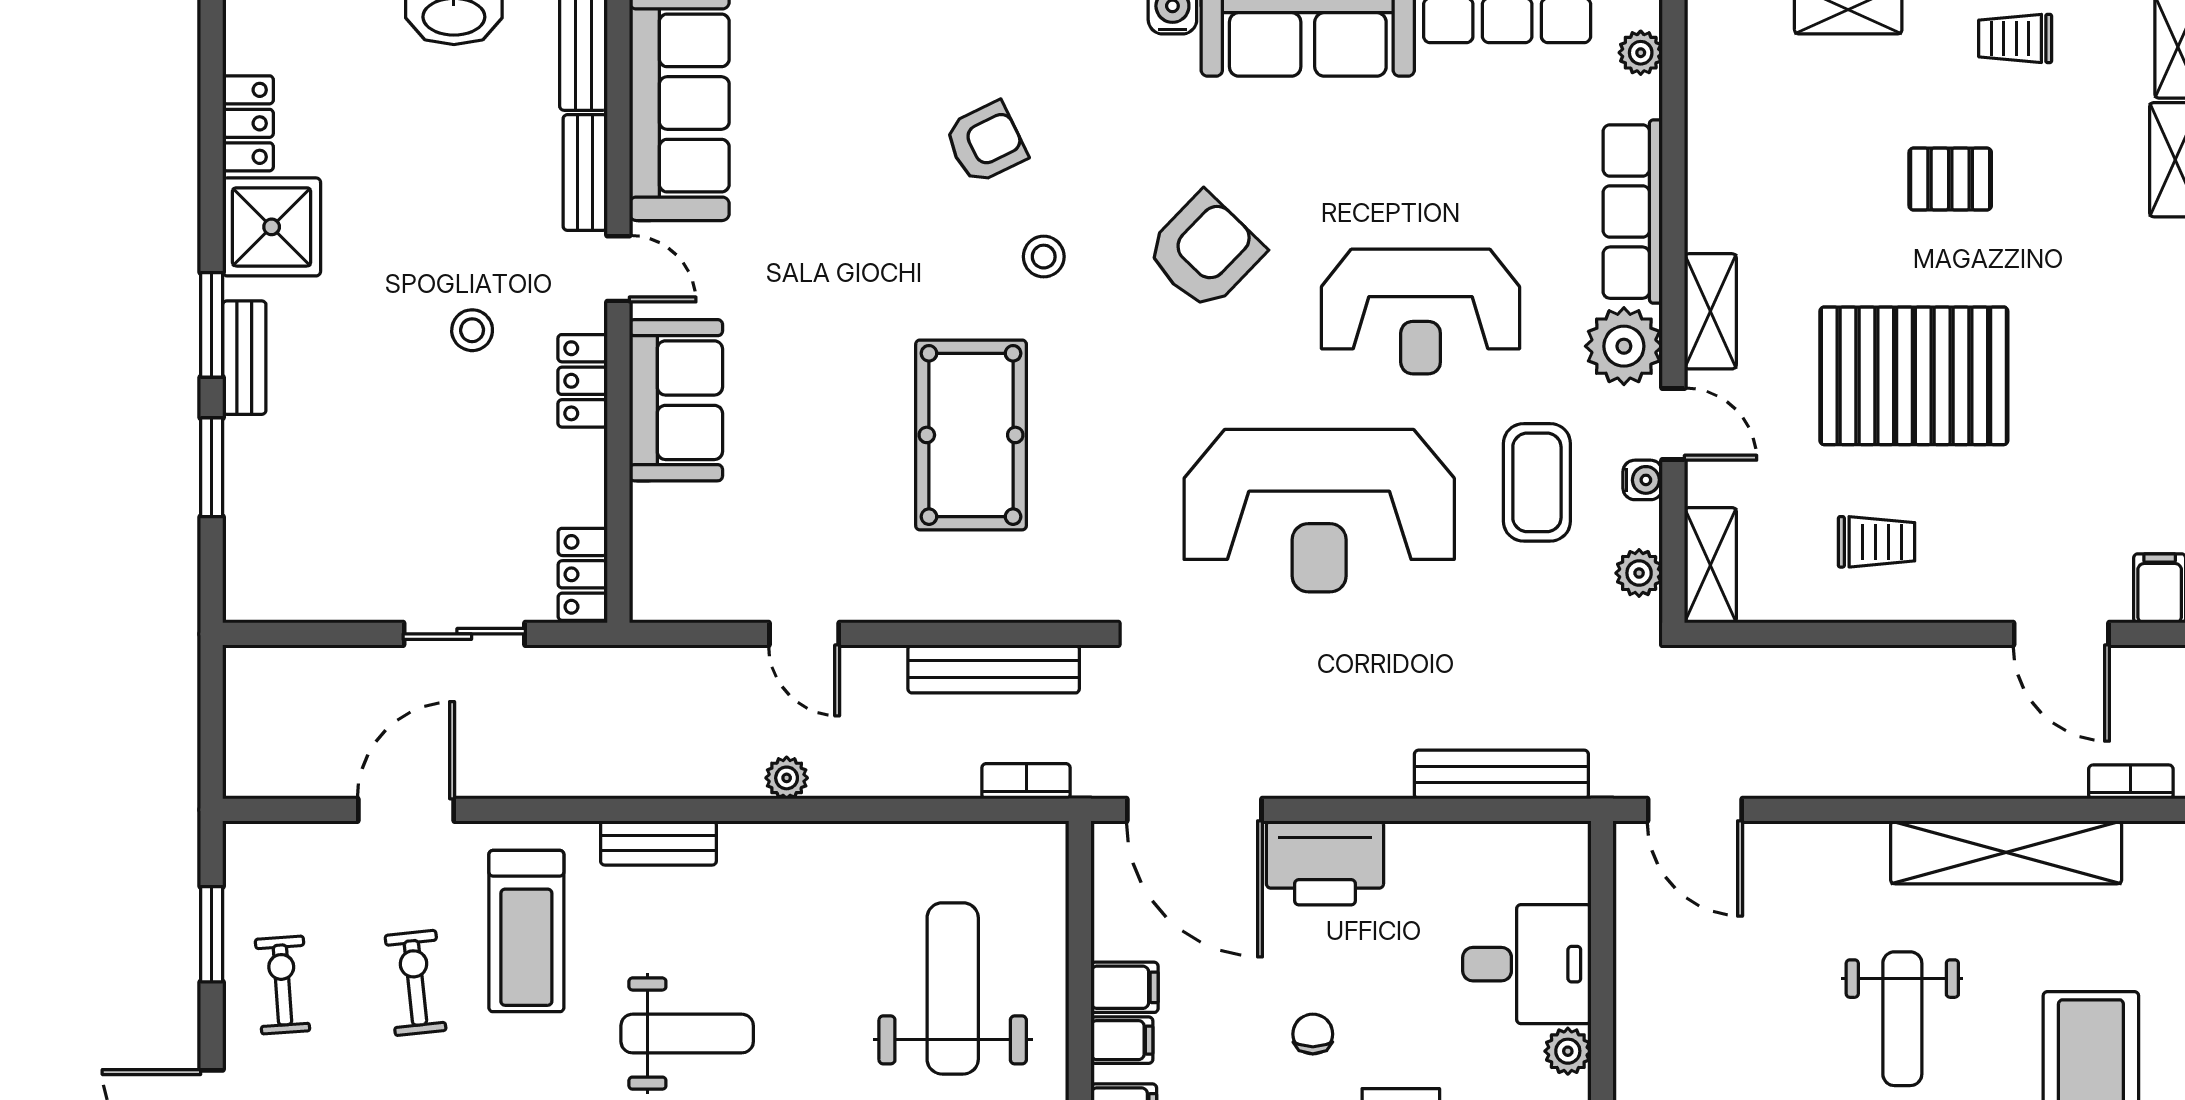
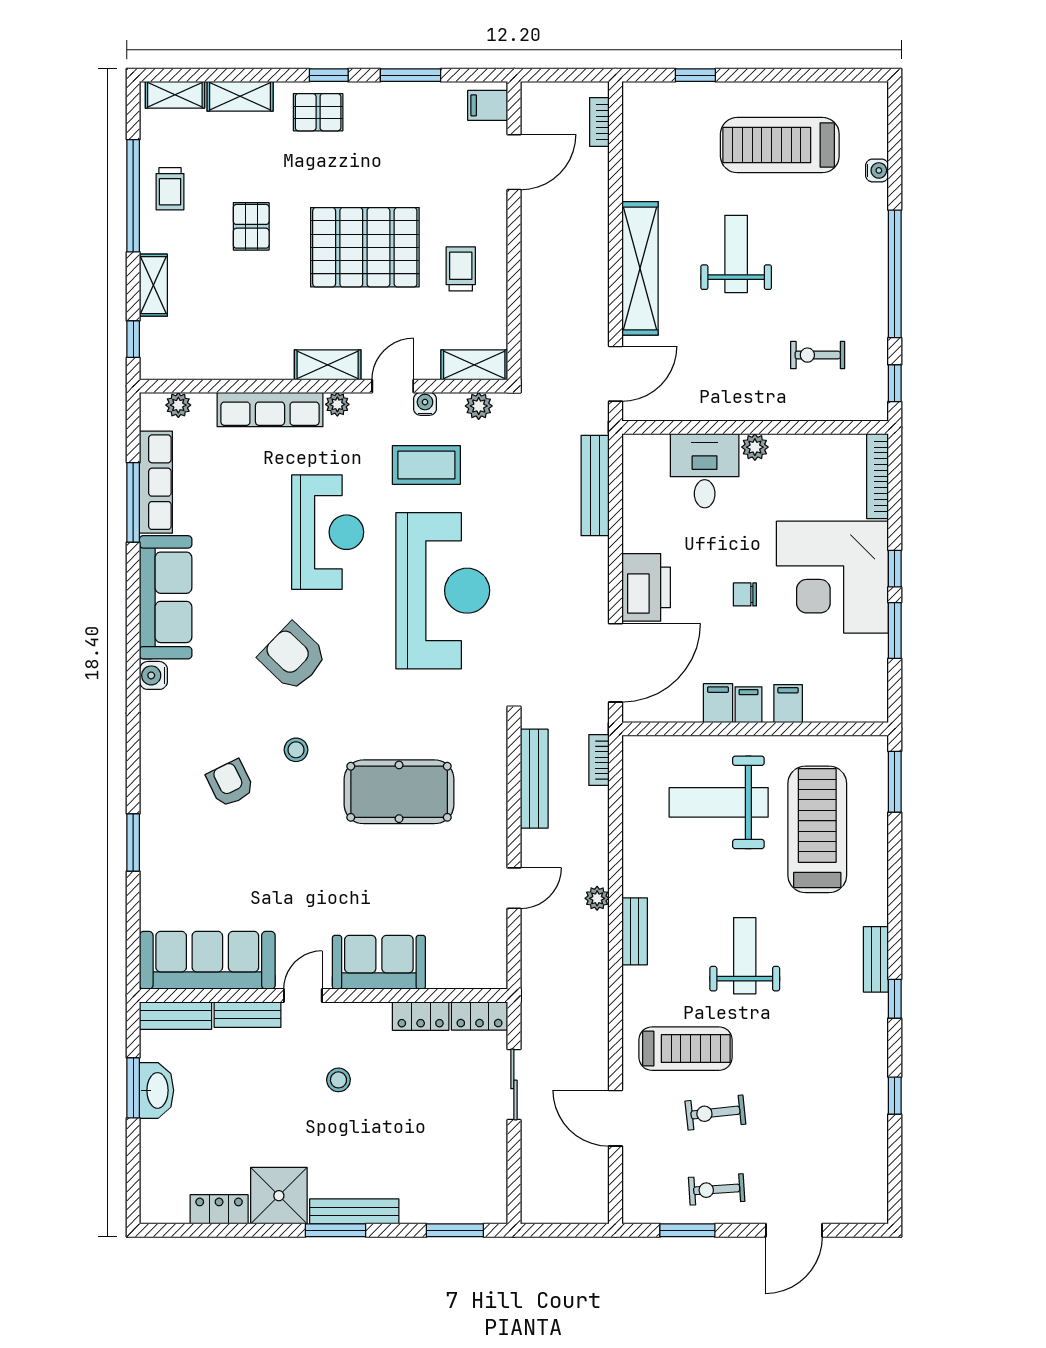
pallet: (2148, 295) -> (318, 112), added
plant: (1624, 346) -> (337, 404), width x0.53, depth x0.53
bench: (244, 358) -> (354, 1211), width x1.36
pallet: (1914, 376) -> (365, 247), turned 90
locker: (583, 381) -> (421, 1016), moved
window: (212, 467) -> (455, 1230), moved
bench: (658, 843) -> (635, 931), moved
shelving: (2006, 852) -> (640, 268), moved
weight bench: (1902, 1019) -> (736, 254), turned -90

